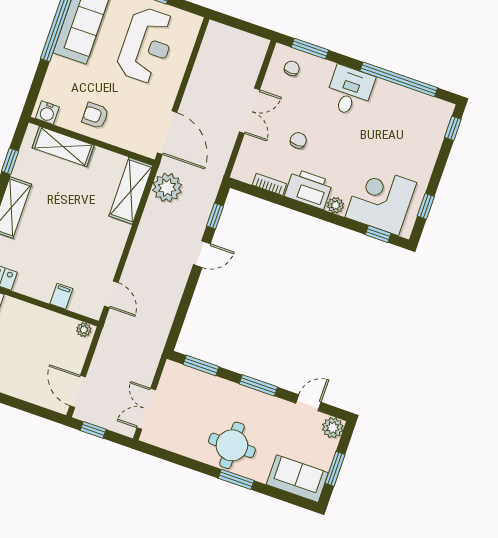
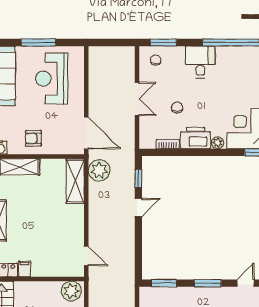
reception desk: (146, 45) -> (52, 79), turned 180
filing cabinet: (61, 296) -> (24, 269), moved
plant: (84, 330) -> (71, 291), width x1.87, depth x1.87

